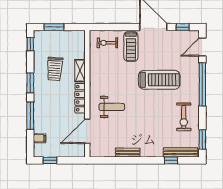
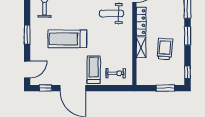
window: (202, 84) -> (27, 35), width x0.47

